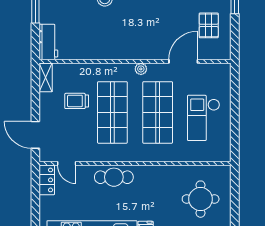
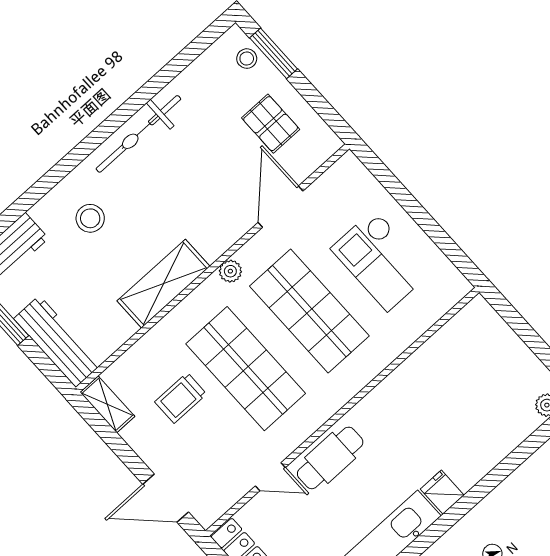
workbench: (48, 42) -> (58, 341), width x1.38
shelving: (110, 50) -> (164, 284), added
door: (67, 163) -> (270, 477), moved
round table: (201, 199) -> (480, 378), removed

